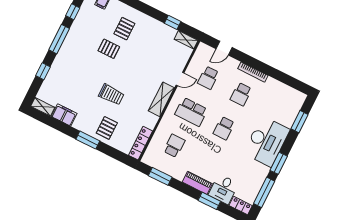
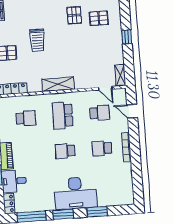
window: (173, 22) -> (127, 37), moved
school desk: (208, 78) -> (100, 113), turned 180
door: (180, 79) -> (105, 88), moved
window: (300, 122) -> (97, 212), moved

